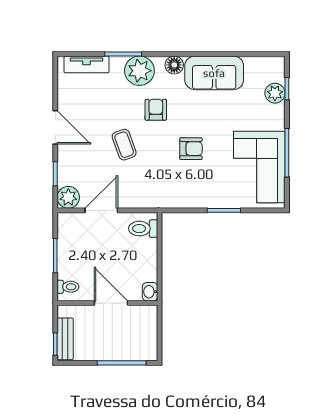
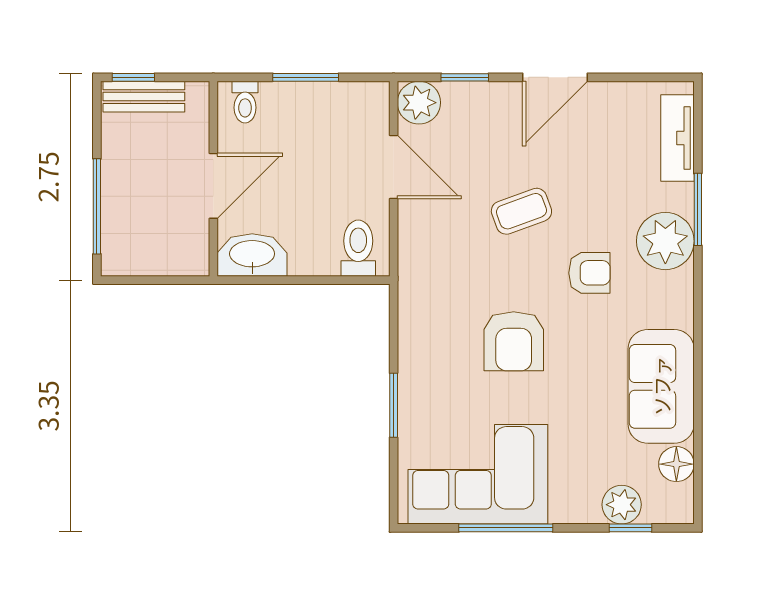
floor lamp: (174, 65) -> (676, 464), moved
armchair: (191, 149) -> (514, 341), width x1.38, depth x1.38
washbasin: (150, 292) -> (252, 255), width x1.91, depth x1.45

